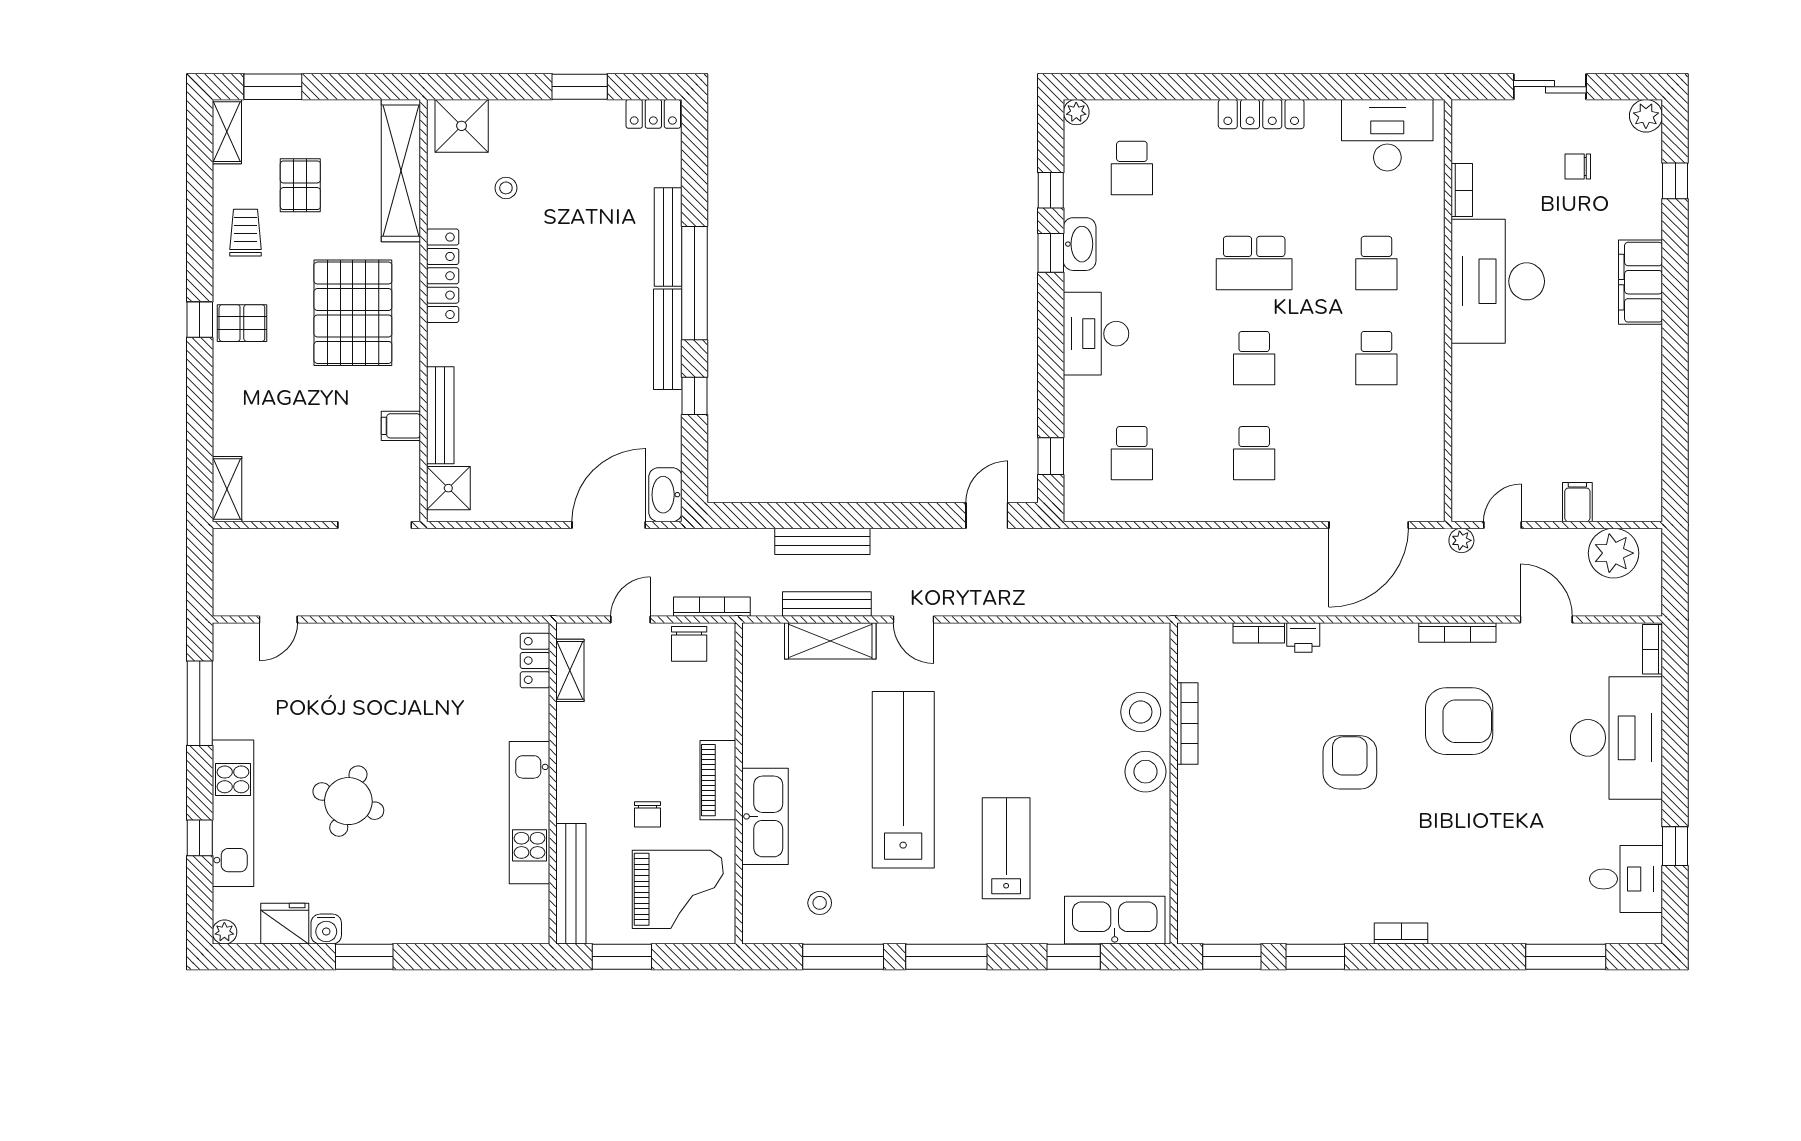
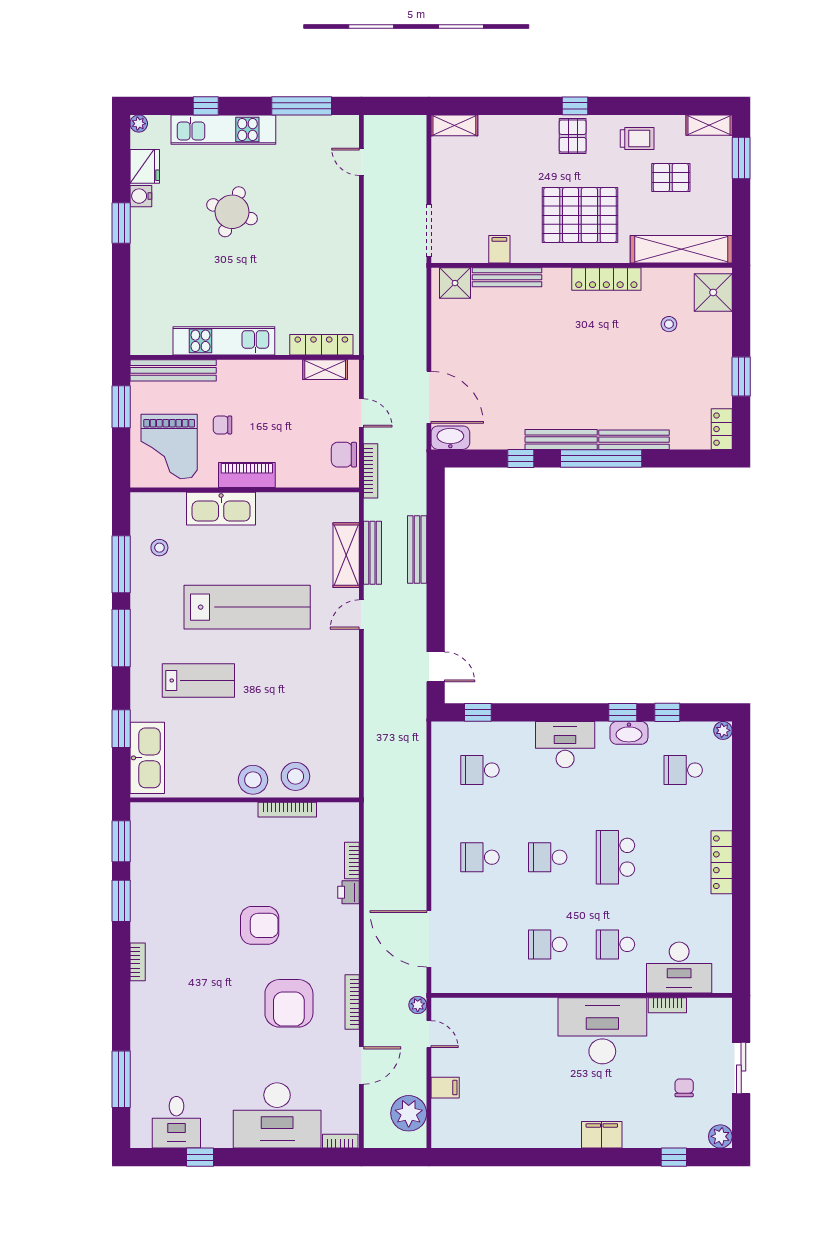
desk: (1387, 135) -> (679, 968), moved, turned 90
filing cabinet: (1640, 282) -> (602, 1135), width x0.67, depth x0.86
locker: (535, 661) -> (321, 345), width x1.53

